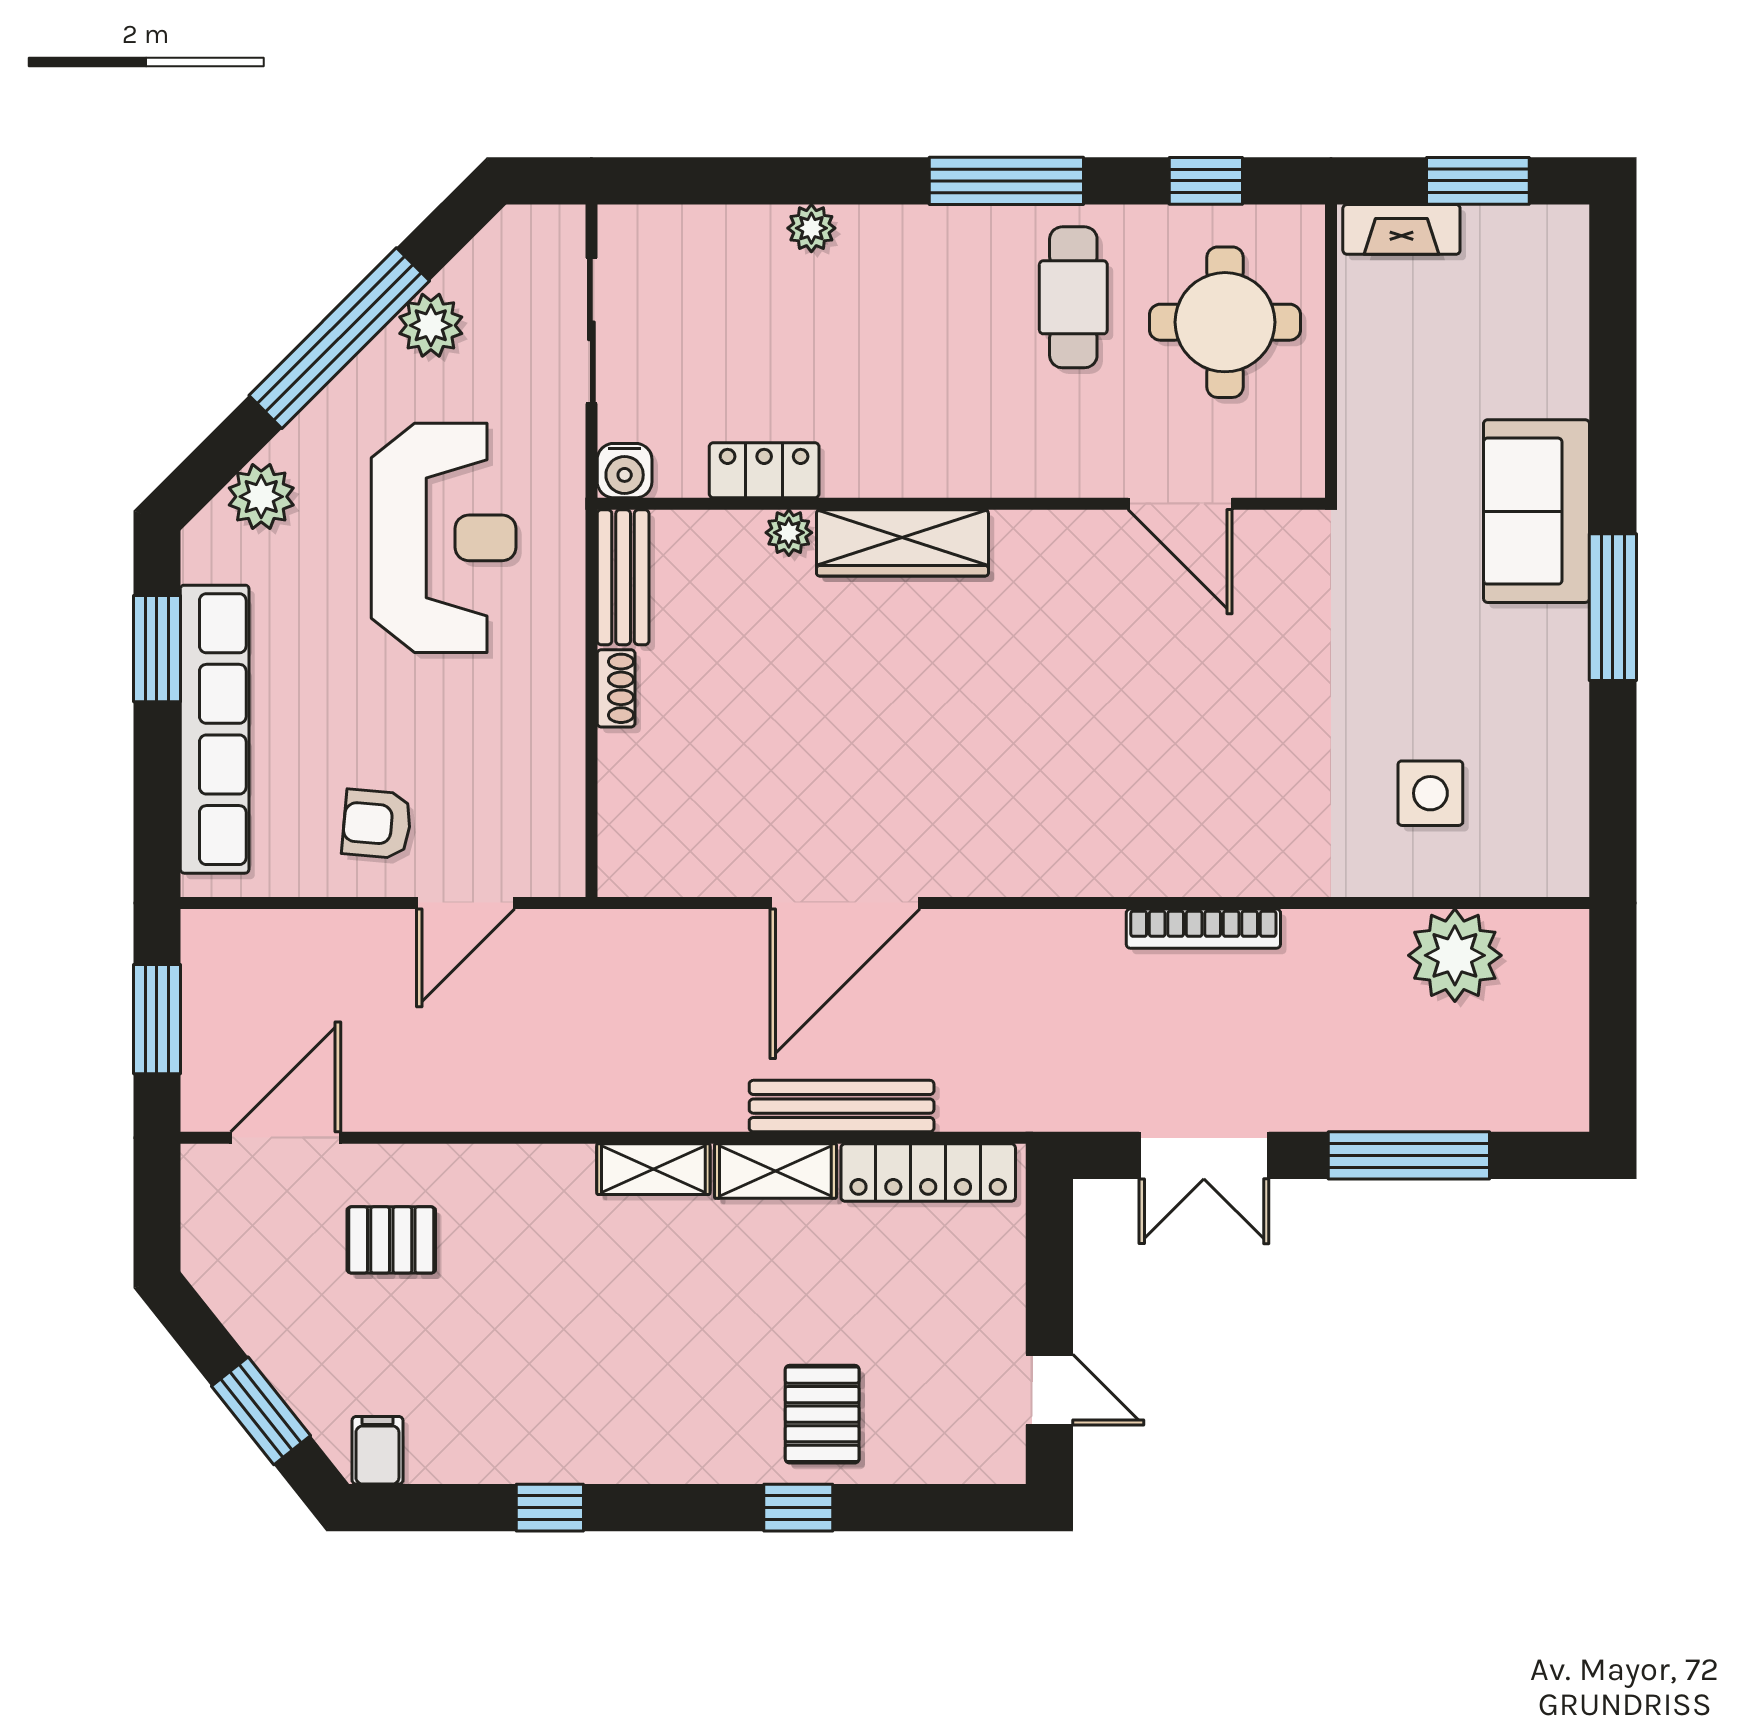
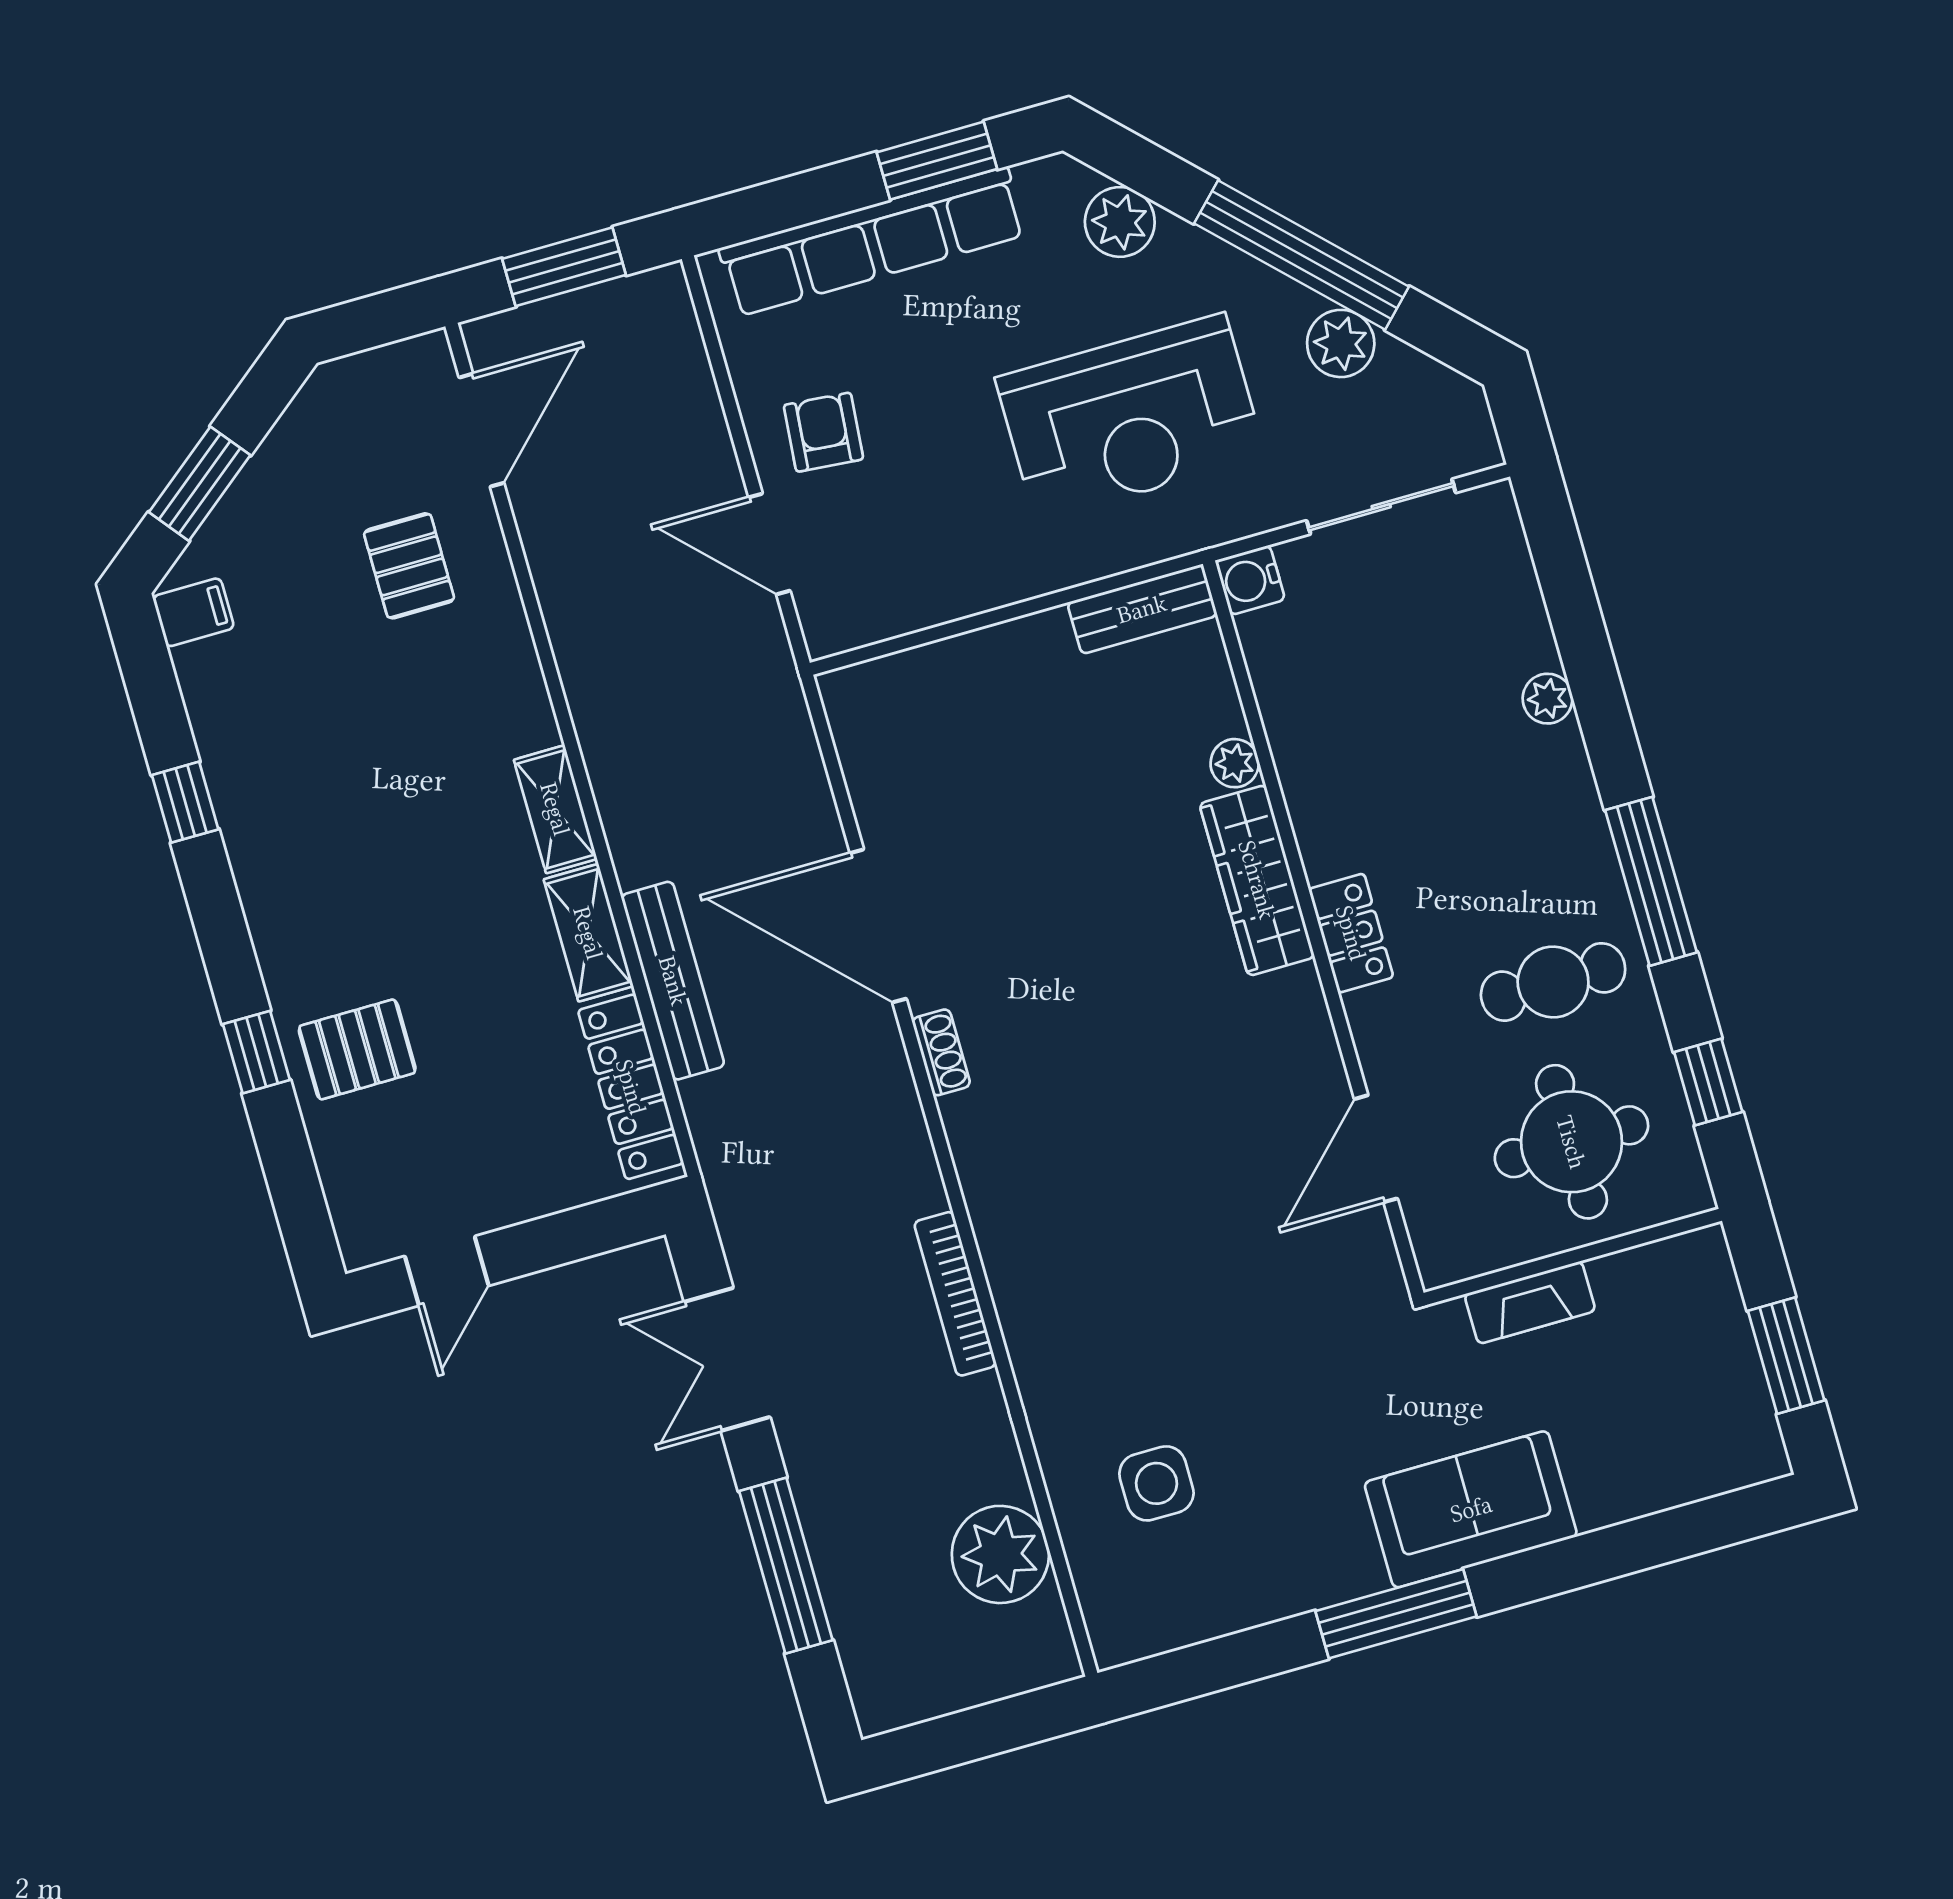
fireplace: (1401, 229) -> (1530, 1303), moved, turned -90
locker: (764, 470) -> (1351, 933), moved
shoe rack: (616, 688) -> (941, 1052), moved, turned -90
door: (286, 1138) -> (482, 430), hinge flipped

